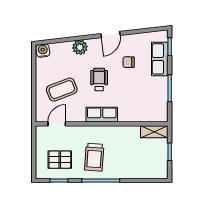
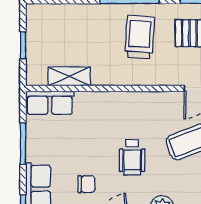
row of seats: (102, 115) -> (50, 103), moved
shelving: (154, 132) -> (69, 76), moved

